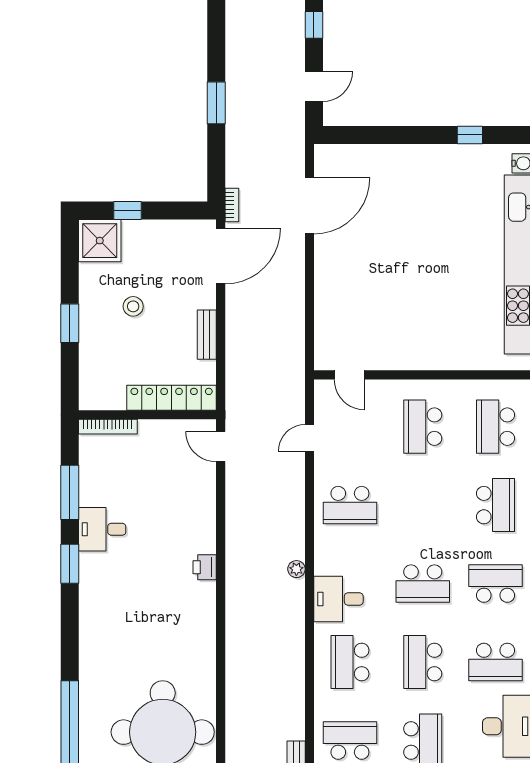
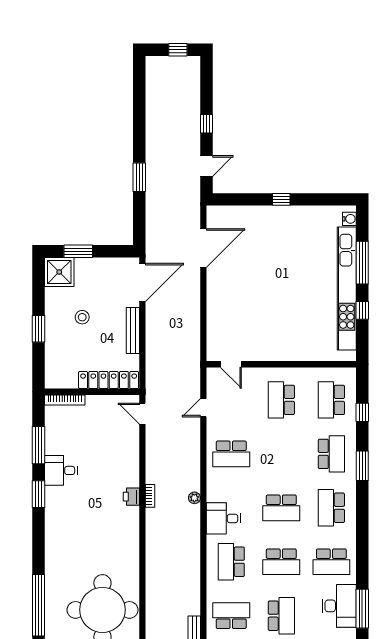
window: (470, 135) -> (281, 199), moved
bookcase: (232, 205) -> (150, 496), moved
window: (127, 210) -> (78, 251), width x1.50
bench: (207, 335) -> (133, 330), width x1.36
school desk: (496, 584) -> (331, 508), turned -90
school desk: (423, 662) -> (281, 562), turned -90

